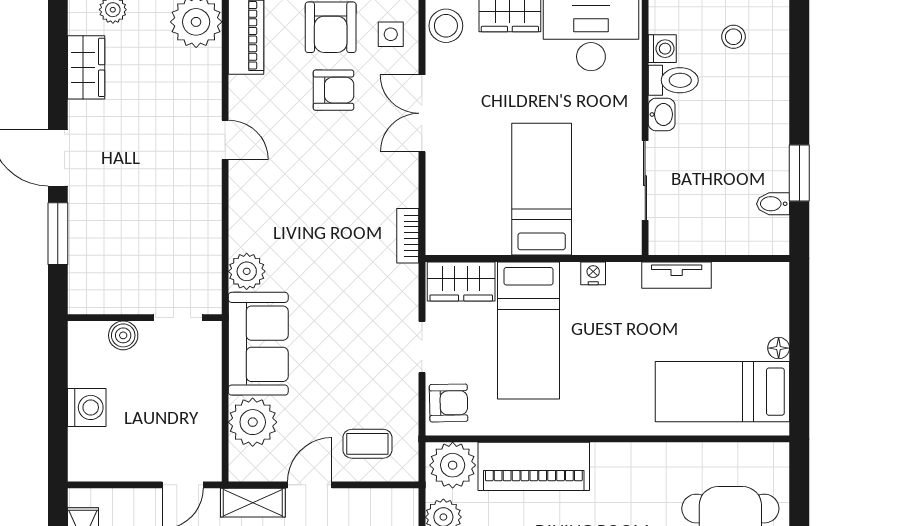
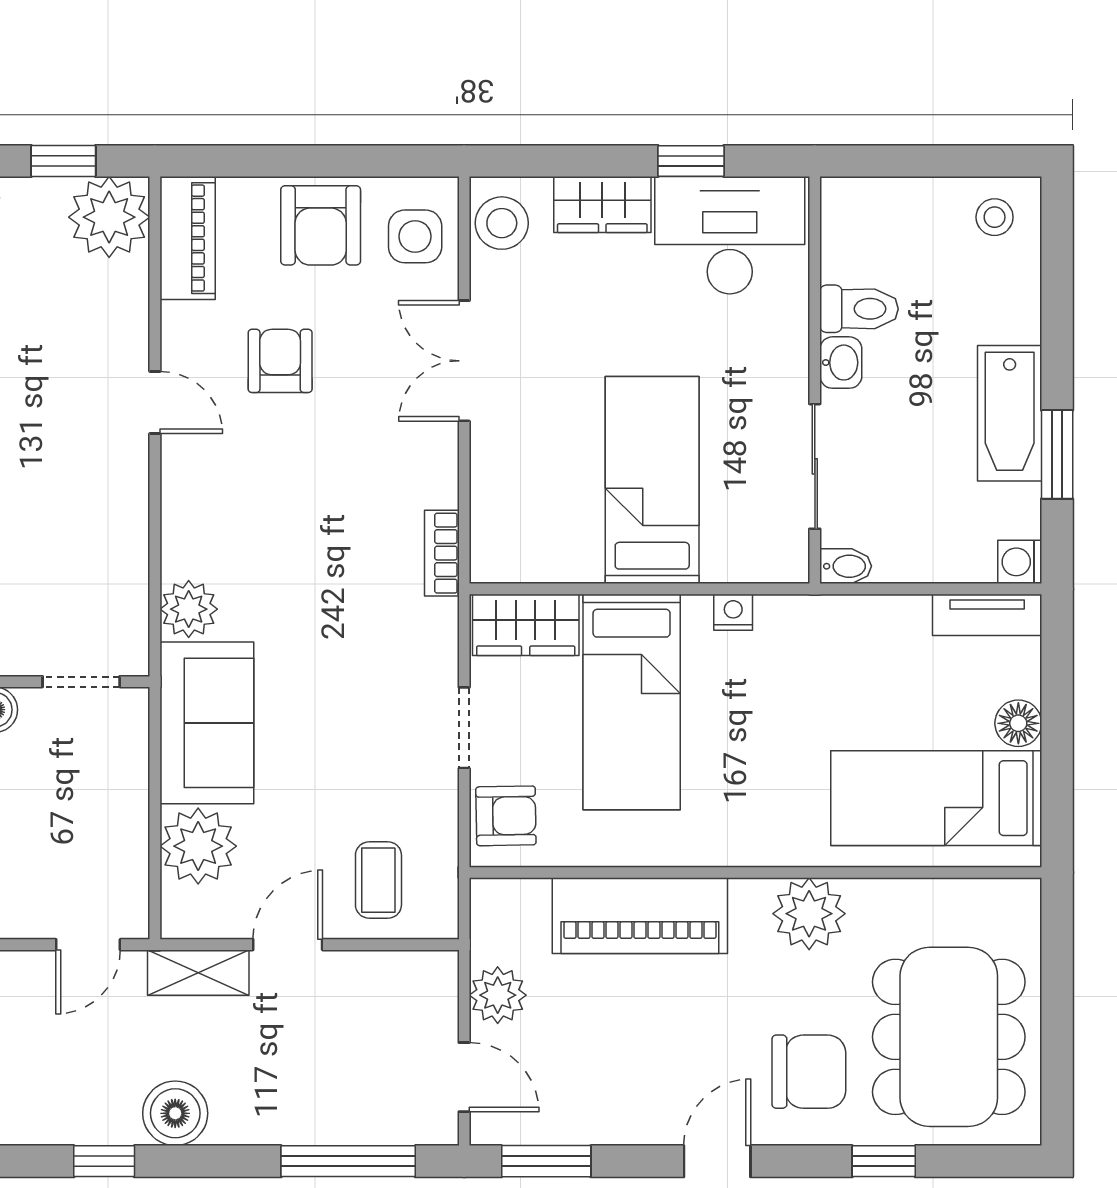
side table: (391, 34) -> (415, 236), width x1.37, depth x1.37
stool: (733, 37) -> (995, 217), moved
washing machine: (662, 49) -> (1020, 562), moved, turned 180
armchair: (333, 90) -> (280, 361), moved, turned -90
bathtub: (769, 147) -> (1010, 413), added
bidet: (773, 204) -> (846, 566), moved, turned 180
tv unit: (677, 275) -> (987, 615), moved
floor lamp: (779, 348) -> (1018, 723), width x1.37, depth x1.37
coffee table: (367, 444) -> (378, 880), turned 90
plant: (453, 465) -> (809, 914), moved

